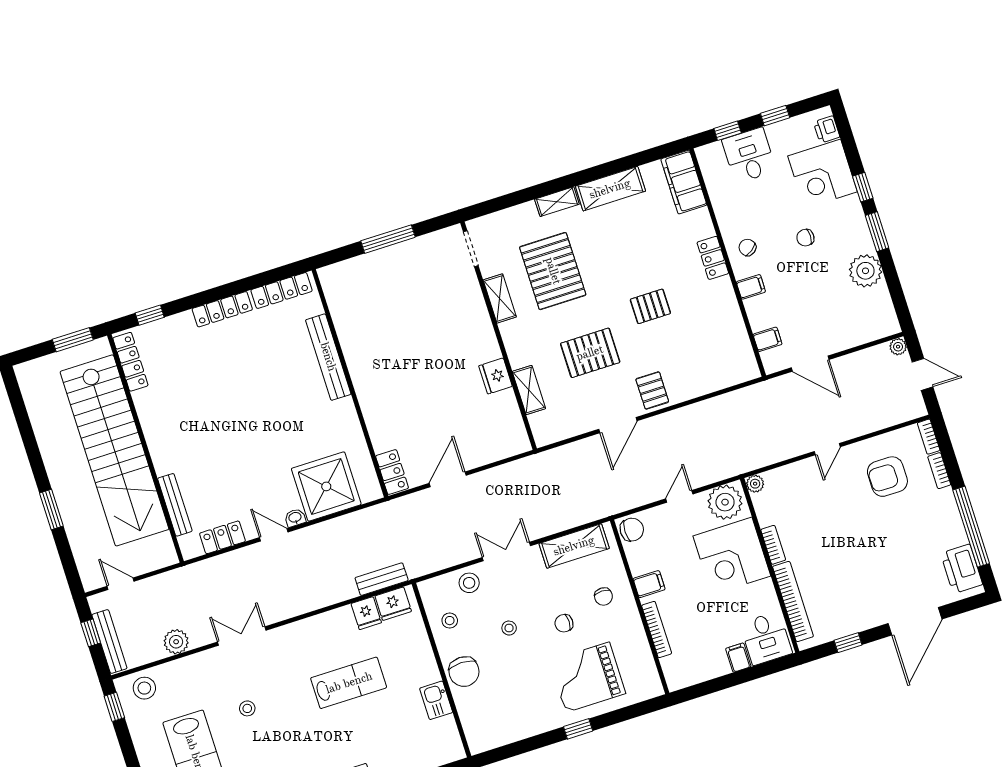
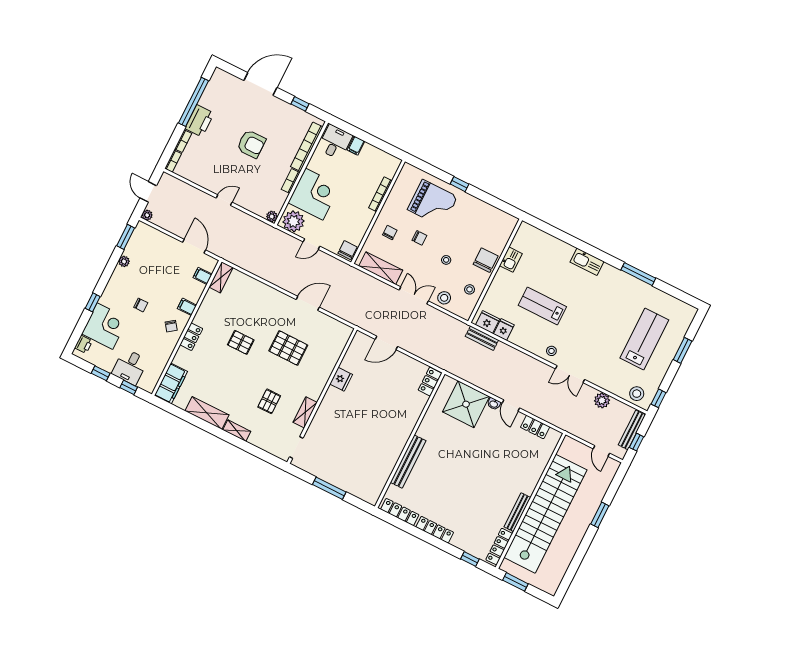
window: (877, 232) -> (126, 237), moved
pallet: (553, 271) -> (269, 401), width x0.49, depth x0.50
plant: (865, 271) -> (124, 261), width x0.53, depth x0.53
shelving: (529, 390) -> (221, 277), moved
pallet: (652, 390) -> (277, 304), removed
armchair: (887, 477) -> (251, 144), moved
door: (448, 479) -> (386, 343), moved
bench: (175, 505) -> (517, 512), moved
chair: (632, 530) -> (348, 250), turned 90
double door: (506, 552) -> (414, 295), swing flipped
printer: (962, 569) -> (199, 121), moved
filing cabinet: (649, 584) -> (364, 218), removed
stool: (247, 708) -> (551, 351), moved

